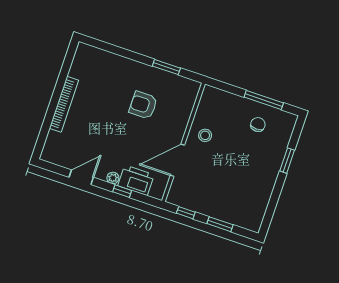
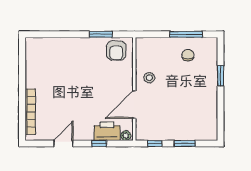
bookcase: (64, 104) -> (30, 112), moved
armchair: (143, 105) -> (116, 50), moved, turned -90
plant: (113, 178) -> (126, 136), moved

